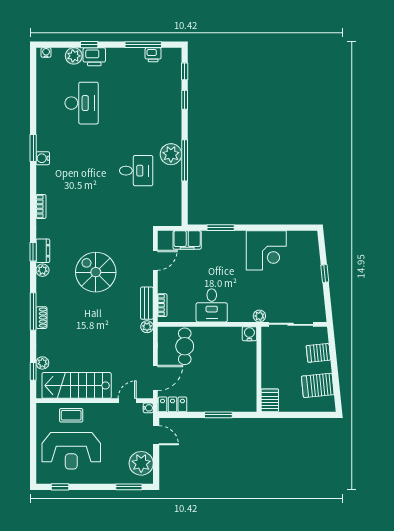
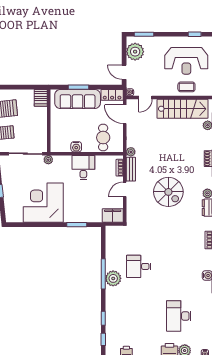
filing cabinet: (187, 240) -> (113, 216), moved
corner desk: (266, 250) -> (43, 203), width x1.36, depth x1.36
door: (155, 260) -> (125, 189), moved
water cooler: (249, 334) -> (76, 147), moved
door: (155, 378) -> (125, 114), hinge flipped
sofa: (220, 399) -> (78, 99), added
reception desk: (71, 451) -> (186, 61), turned 180

